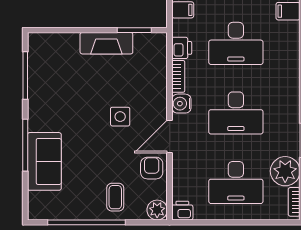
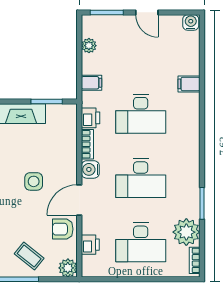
armchair: (152, 168) -> (63, 229), turned -90
coffee table: (115, 197) -> (29, 256), turned -51
printer: (182, 211) -> (90, 245), moved, turned 90

